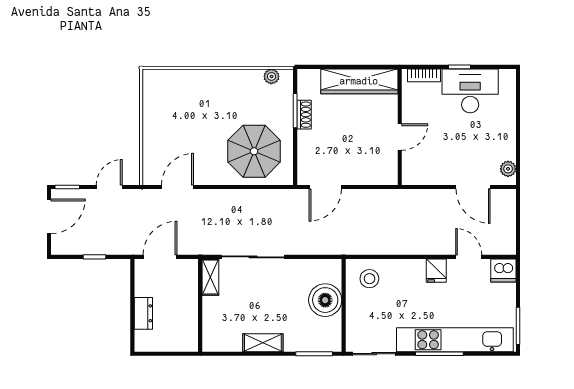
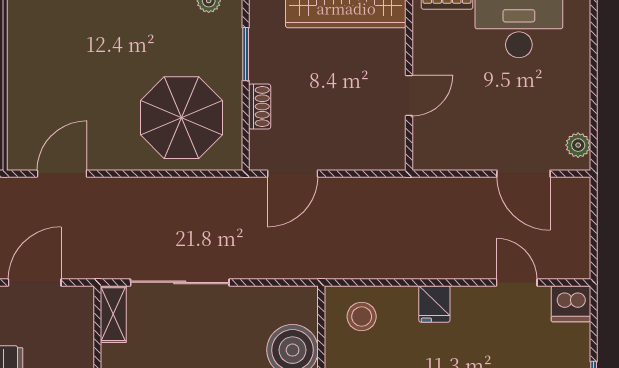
shoe rack: (304, 115) -> (260, 107), moved
fridge: (436, 271) -> (434, 304), moved

